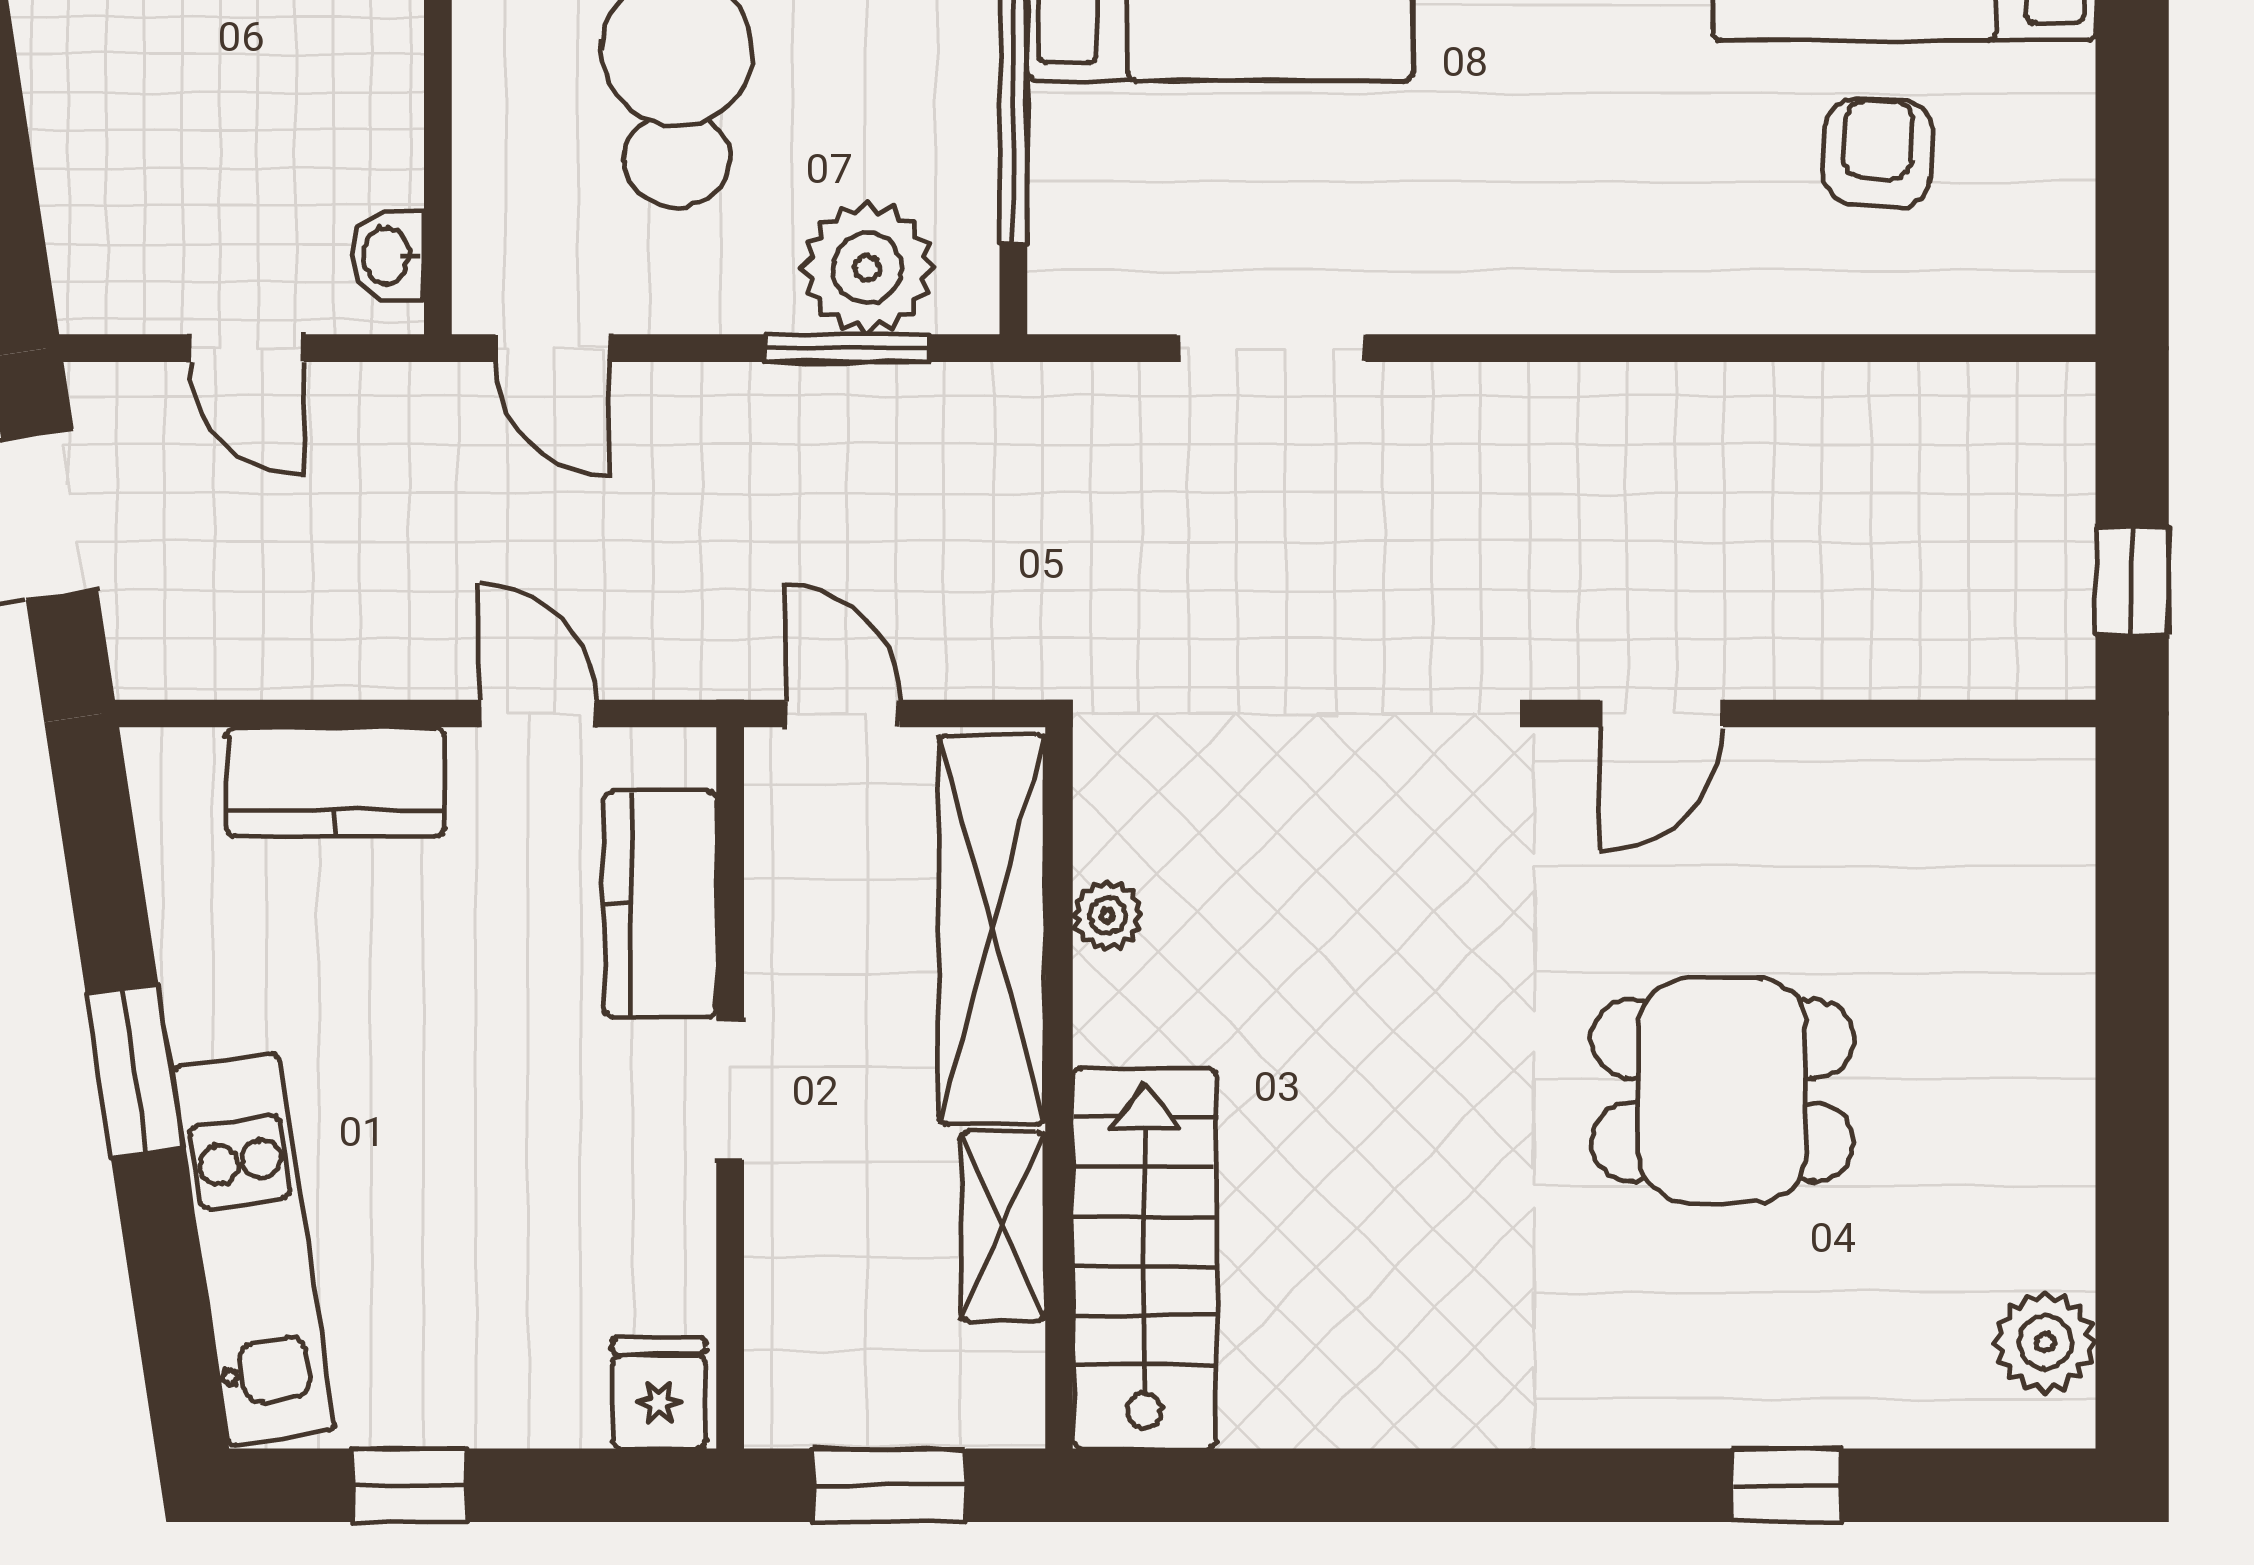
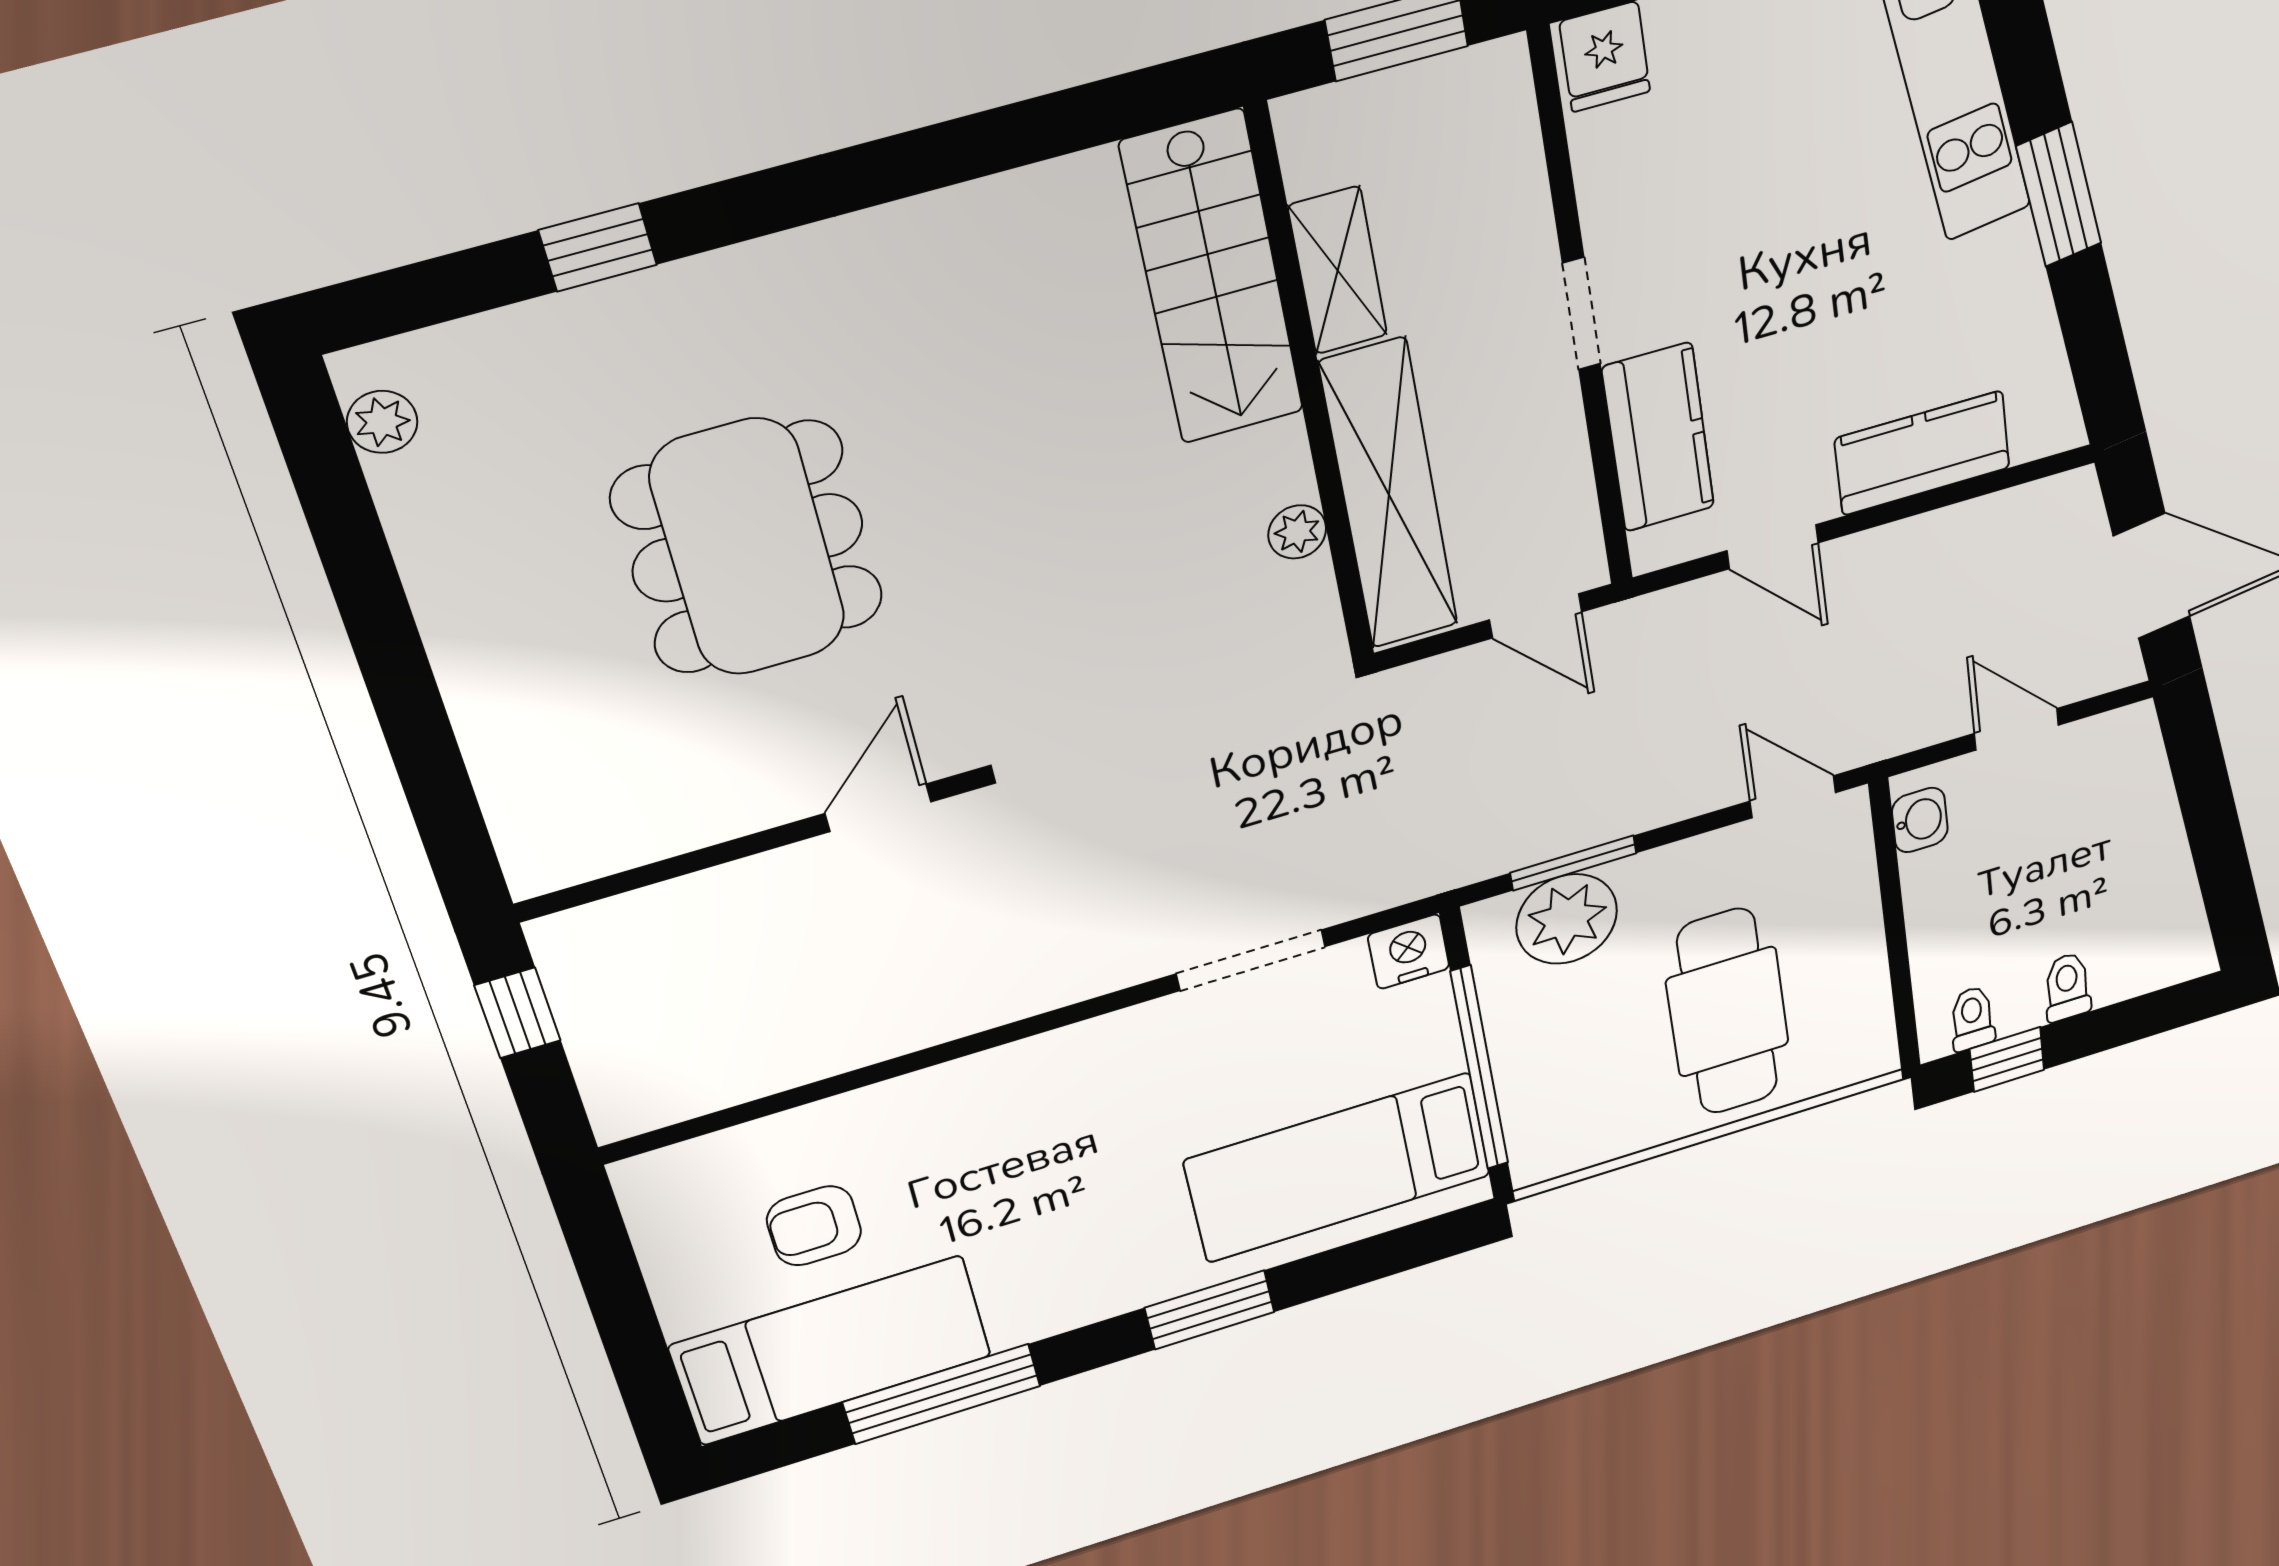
armchair: (1878, 153) -> (814, 1226), turned 87
nightstand: (1074, 291) -> (1409, 952), added
dining table: (1723, 1090) -> (748, 548), width x1.38
plant: (2045, 1342) -> (382, 422), width x0.73, depth x0.73

